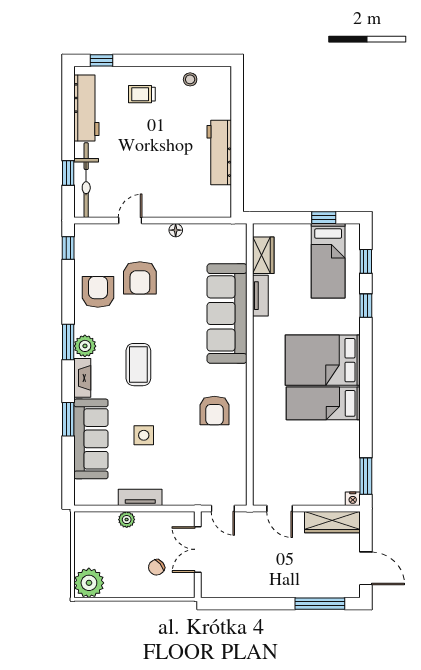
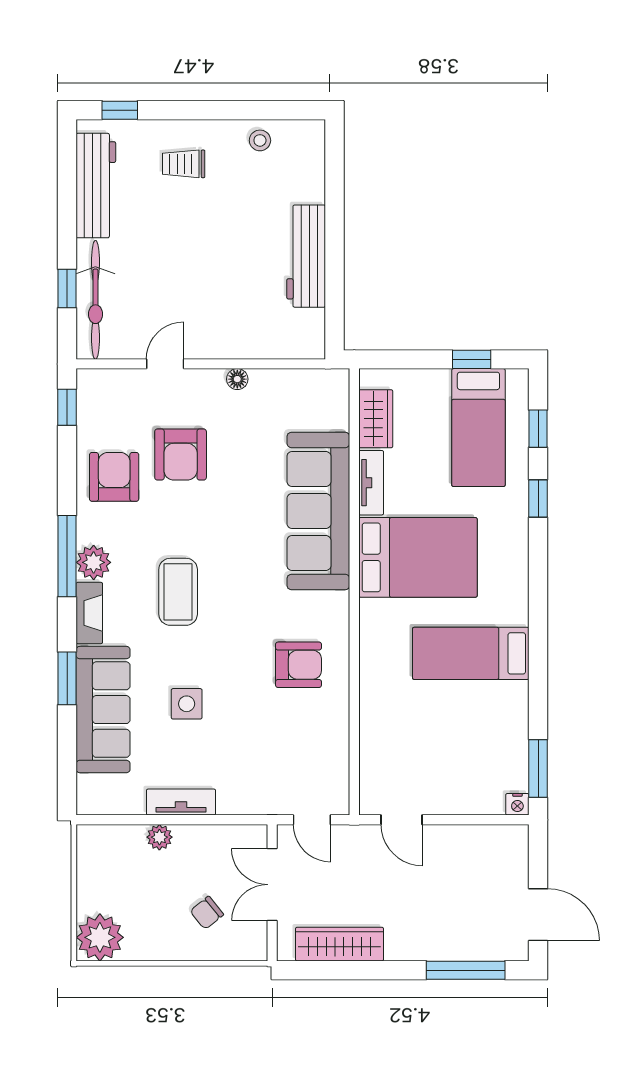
window: (68, 342) -> (67, 556), width x1.44
bed: (323, 360) -> (418, 557), moved, turned 180
armchair: (214, 411) -> (299, 665), turned -90
wardrobe: (332, 522) -> (339, 944), moved, turned 180

